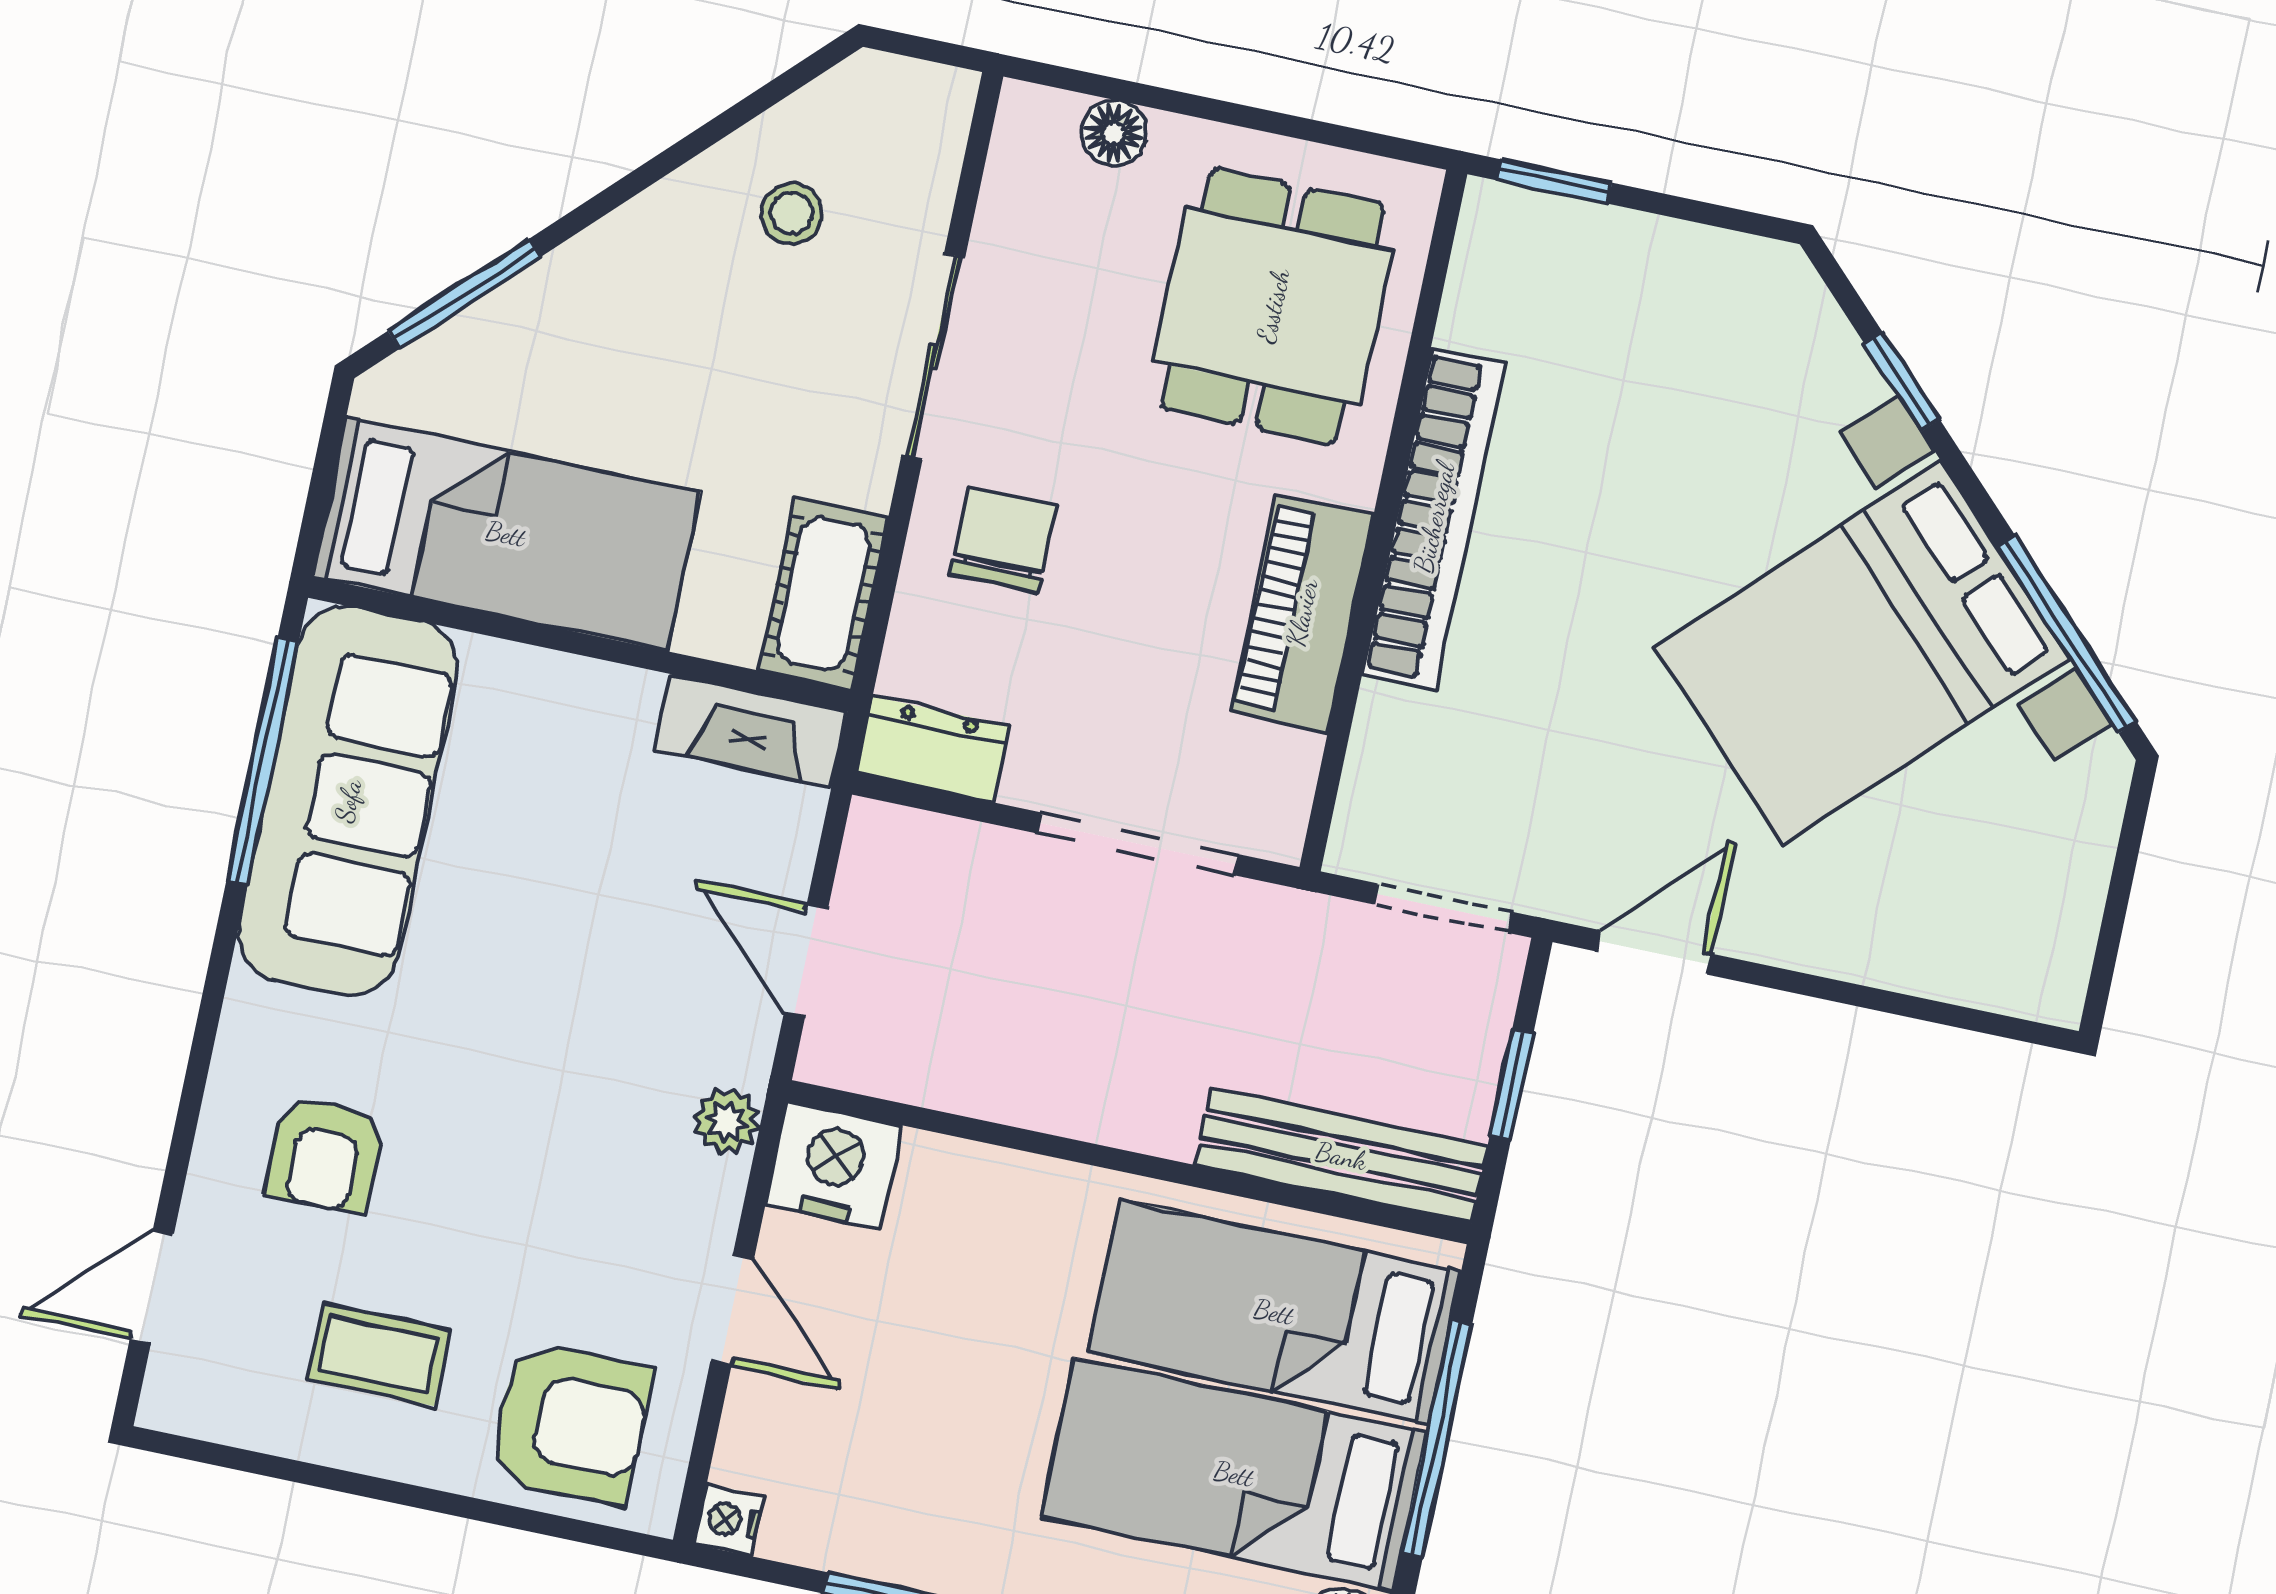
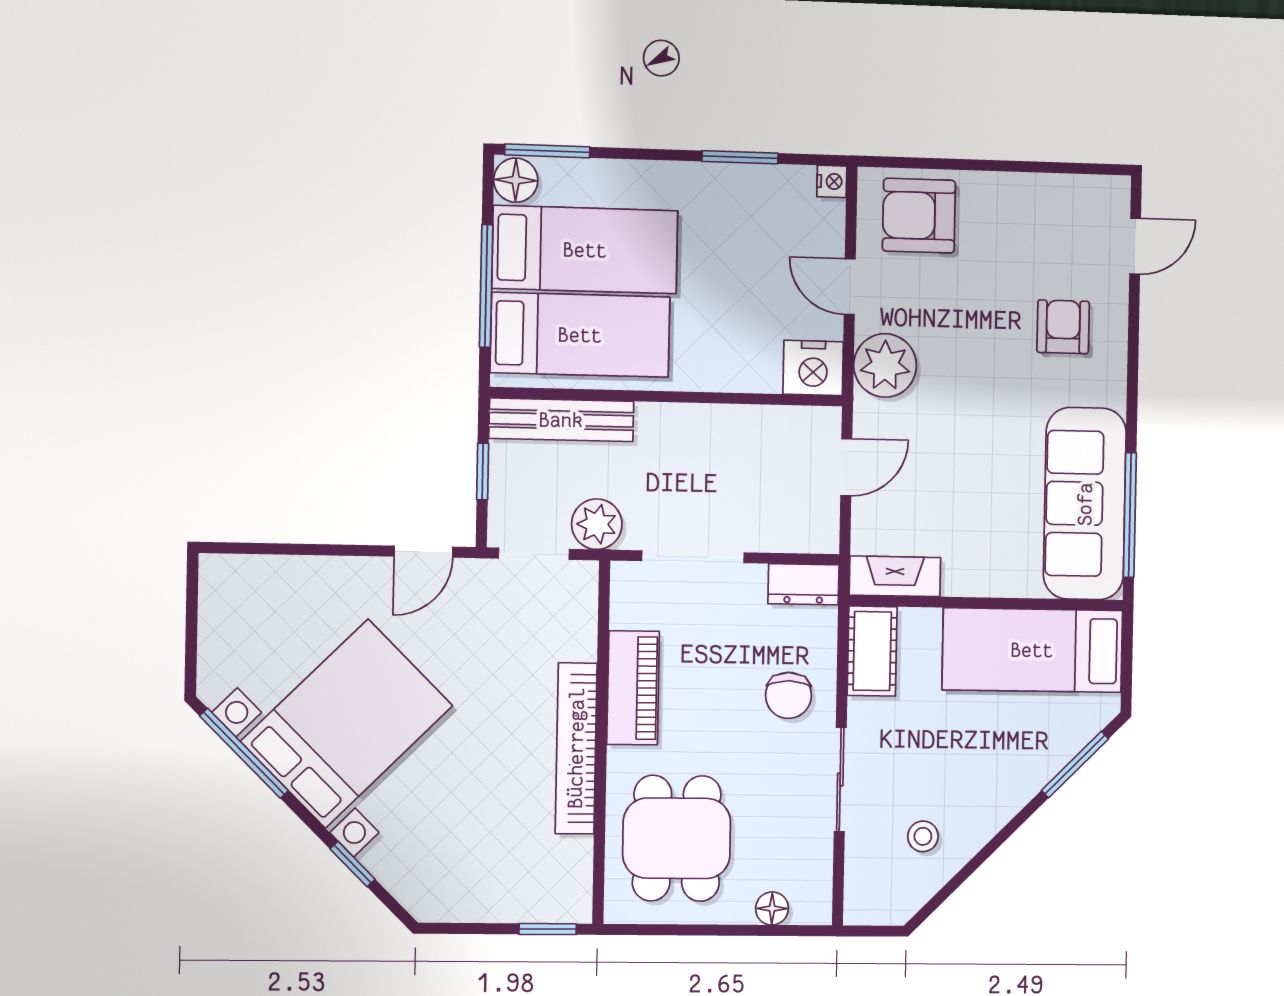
plant: (1312, 942) -> (597, 524), added
door: (806, 961) -> (846, 467), hinge flipped
plant: (727, 1121) -> (885, 365), width x1.87, depth x1.87
coffee table: (378, 1355) -> (1019, 233), removed

